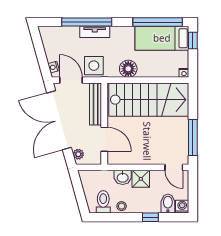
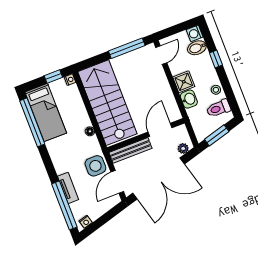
window: (87, 22) -> (64, 205), moved
tv unit: (95, 32) -> (68, 188), moved
window: (193, 40) -> (53, 76), moved
nightstand: (54, 67) -> (86, 222), moved
floor lamp: (128, 69) -> (90, 131), width x0.53, depth x0.53
window: (79, 190) -> (217, 135), added

